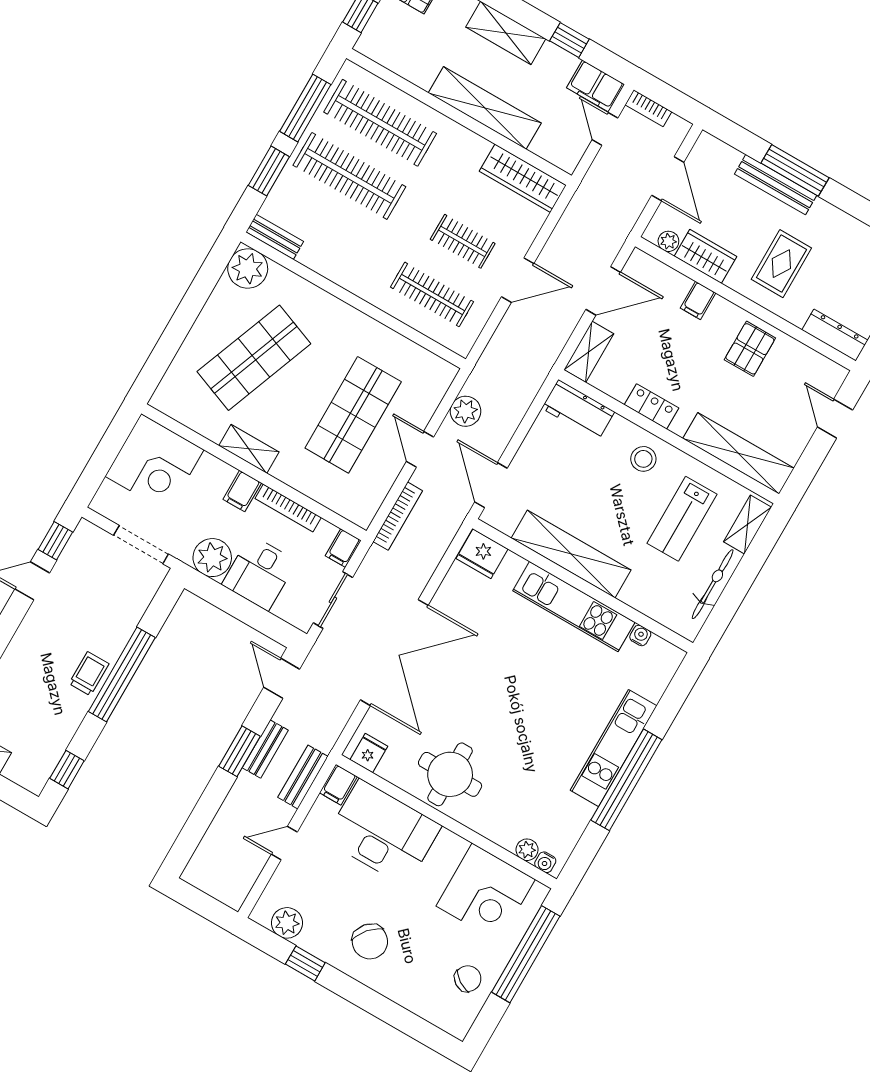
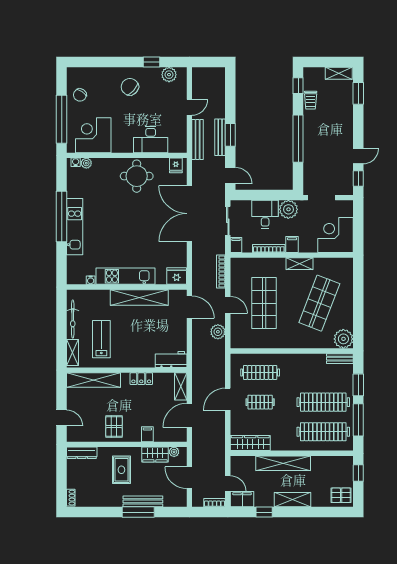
stool: (643, 459) -> (132, 355), removed
trolley: (89, 674) -> (311, 100), moved
bench: (265, 749) -> (220, 137), width x1.36
bench: (303, 777) -> (198, 140), width x1.36
filing cabinet: (338, 785) -> (181, 145), removed
desk: (383, 833) -> (151, 139), width x0.73, depth x0.77

